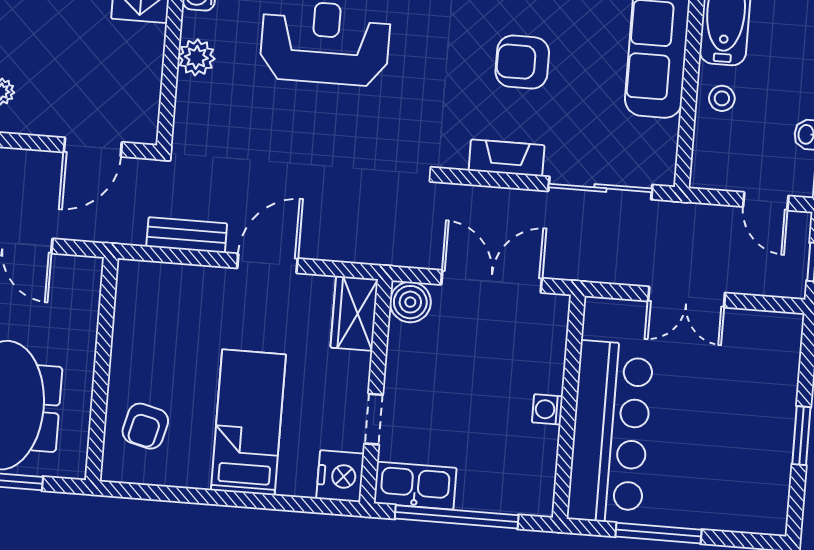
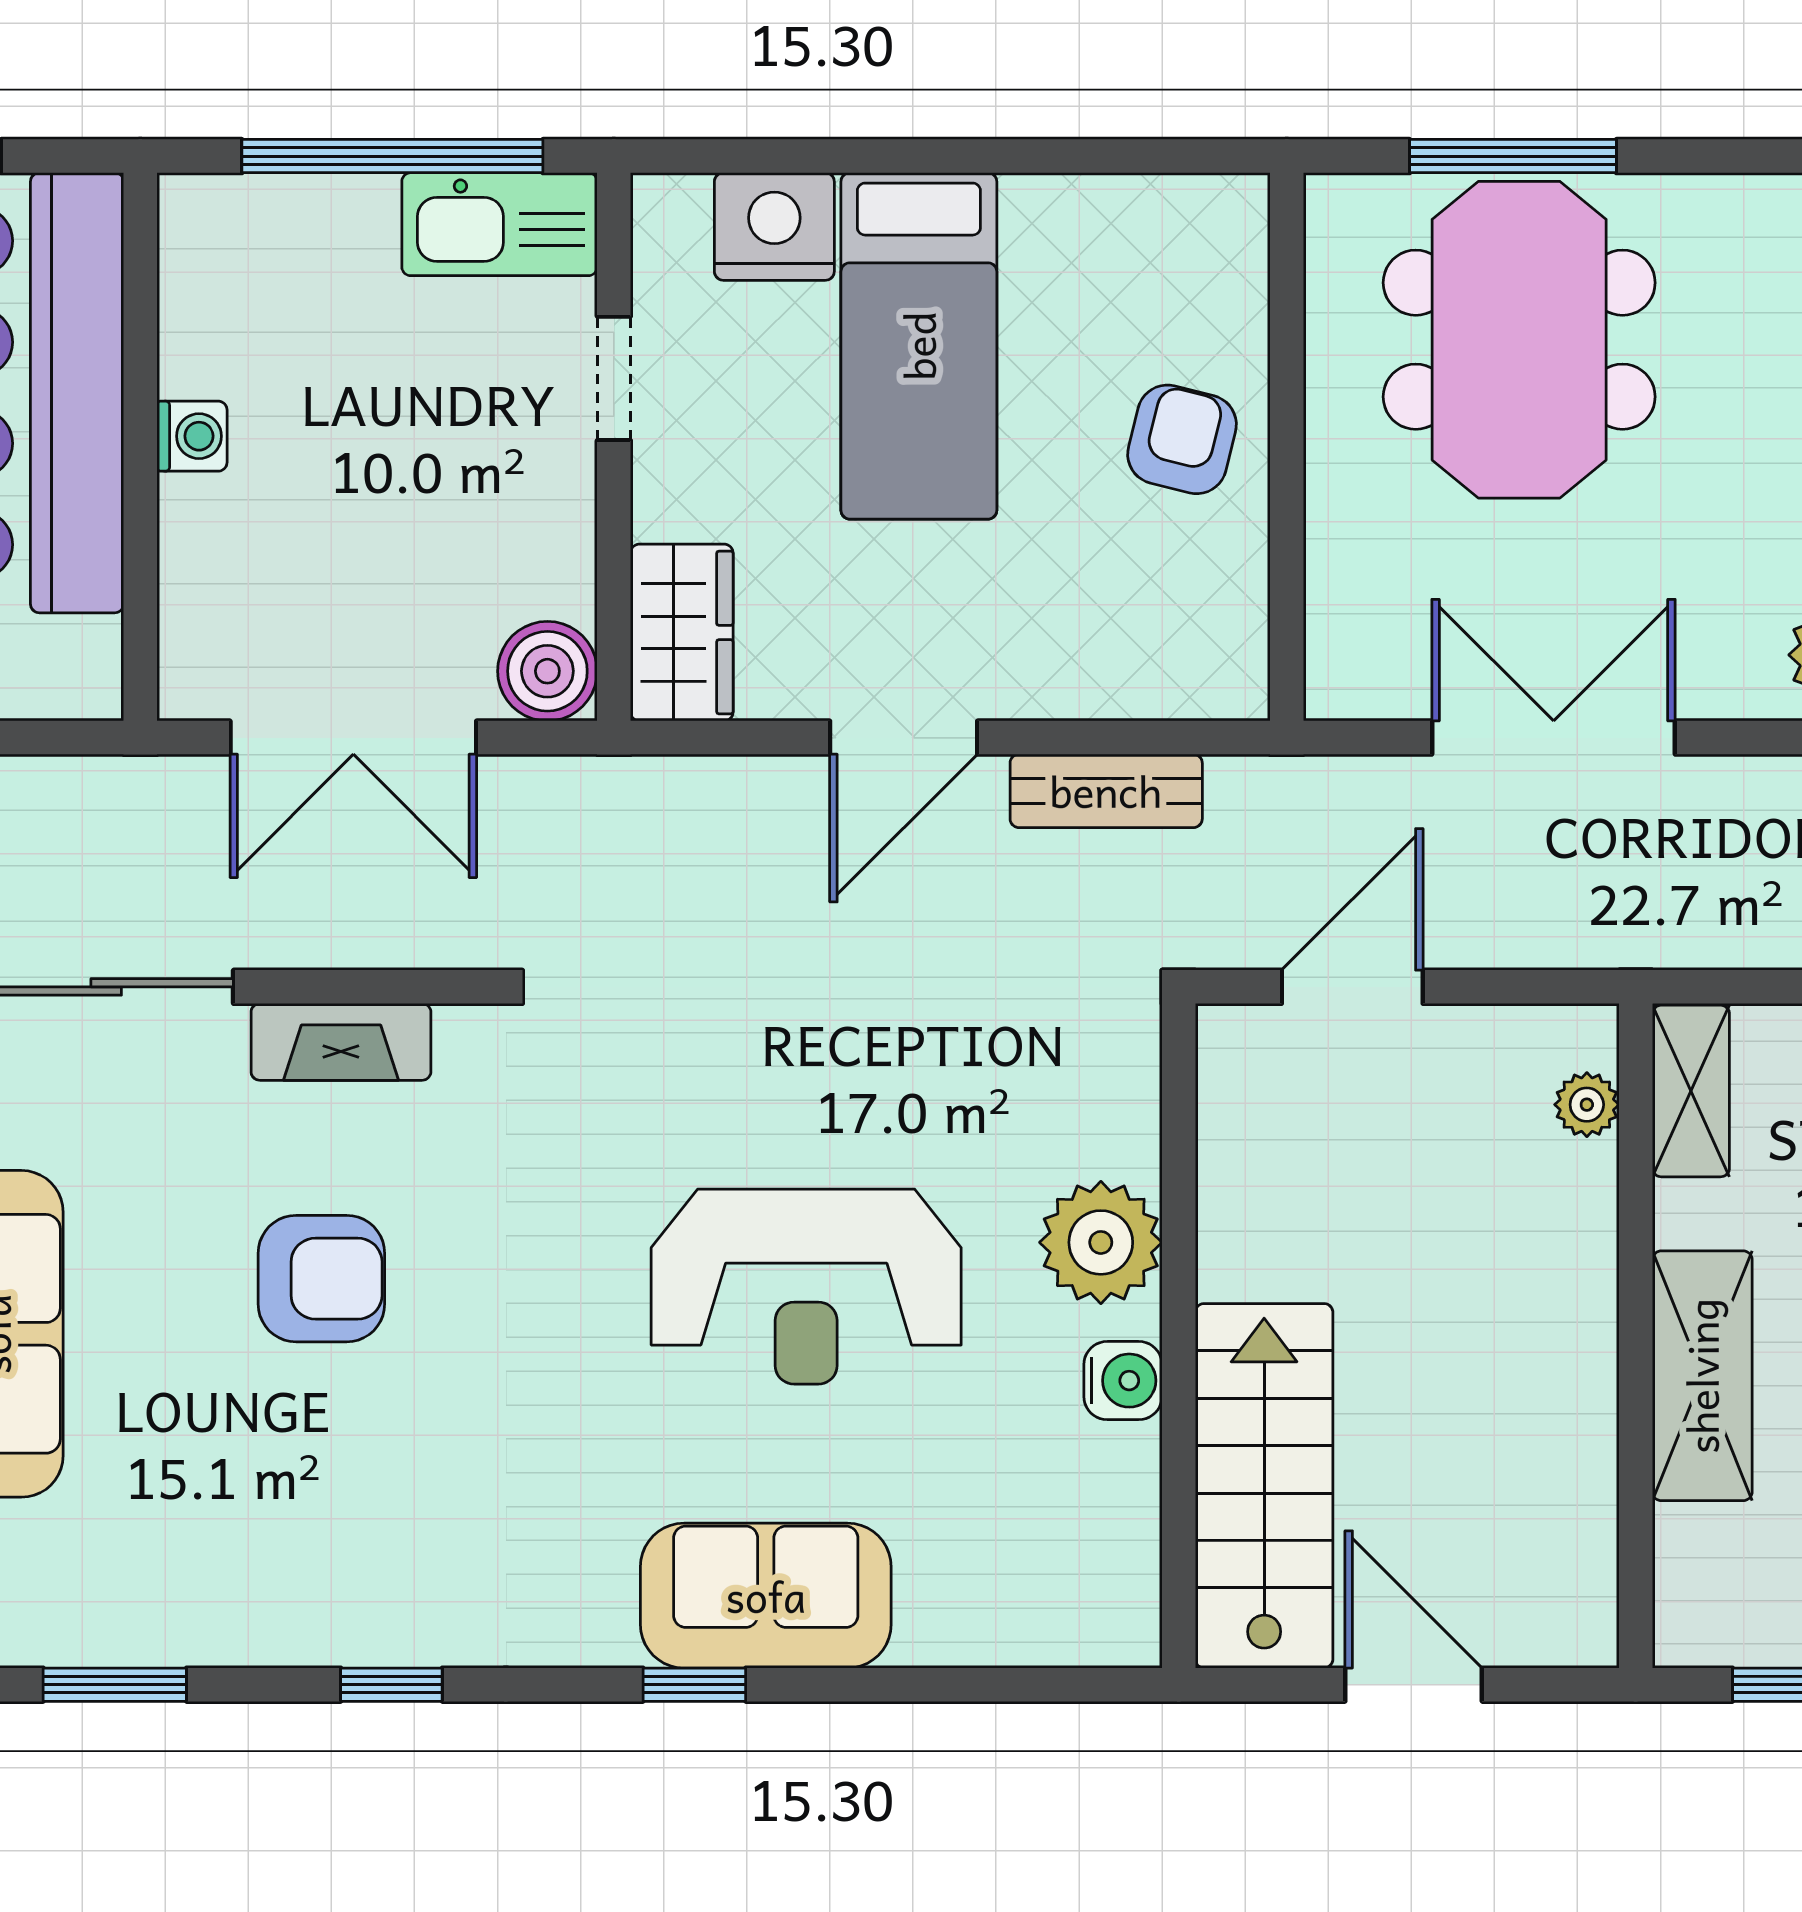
plant: (196, 57) -> (1101, 1242), width x1.36, depth x1.36
armchair: (145, 426) -> (1182, 439), moved
nightstand: (340, 476) -> (774, 226), moved, turned 90

